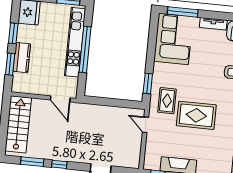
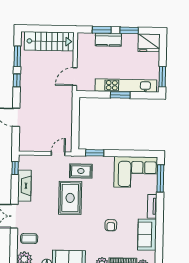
window: (85, 49) -> (120, 95), width x0.47

